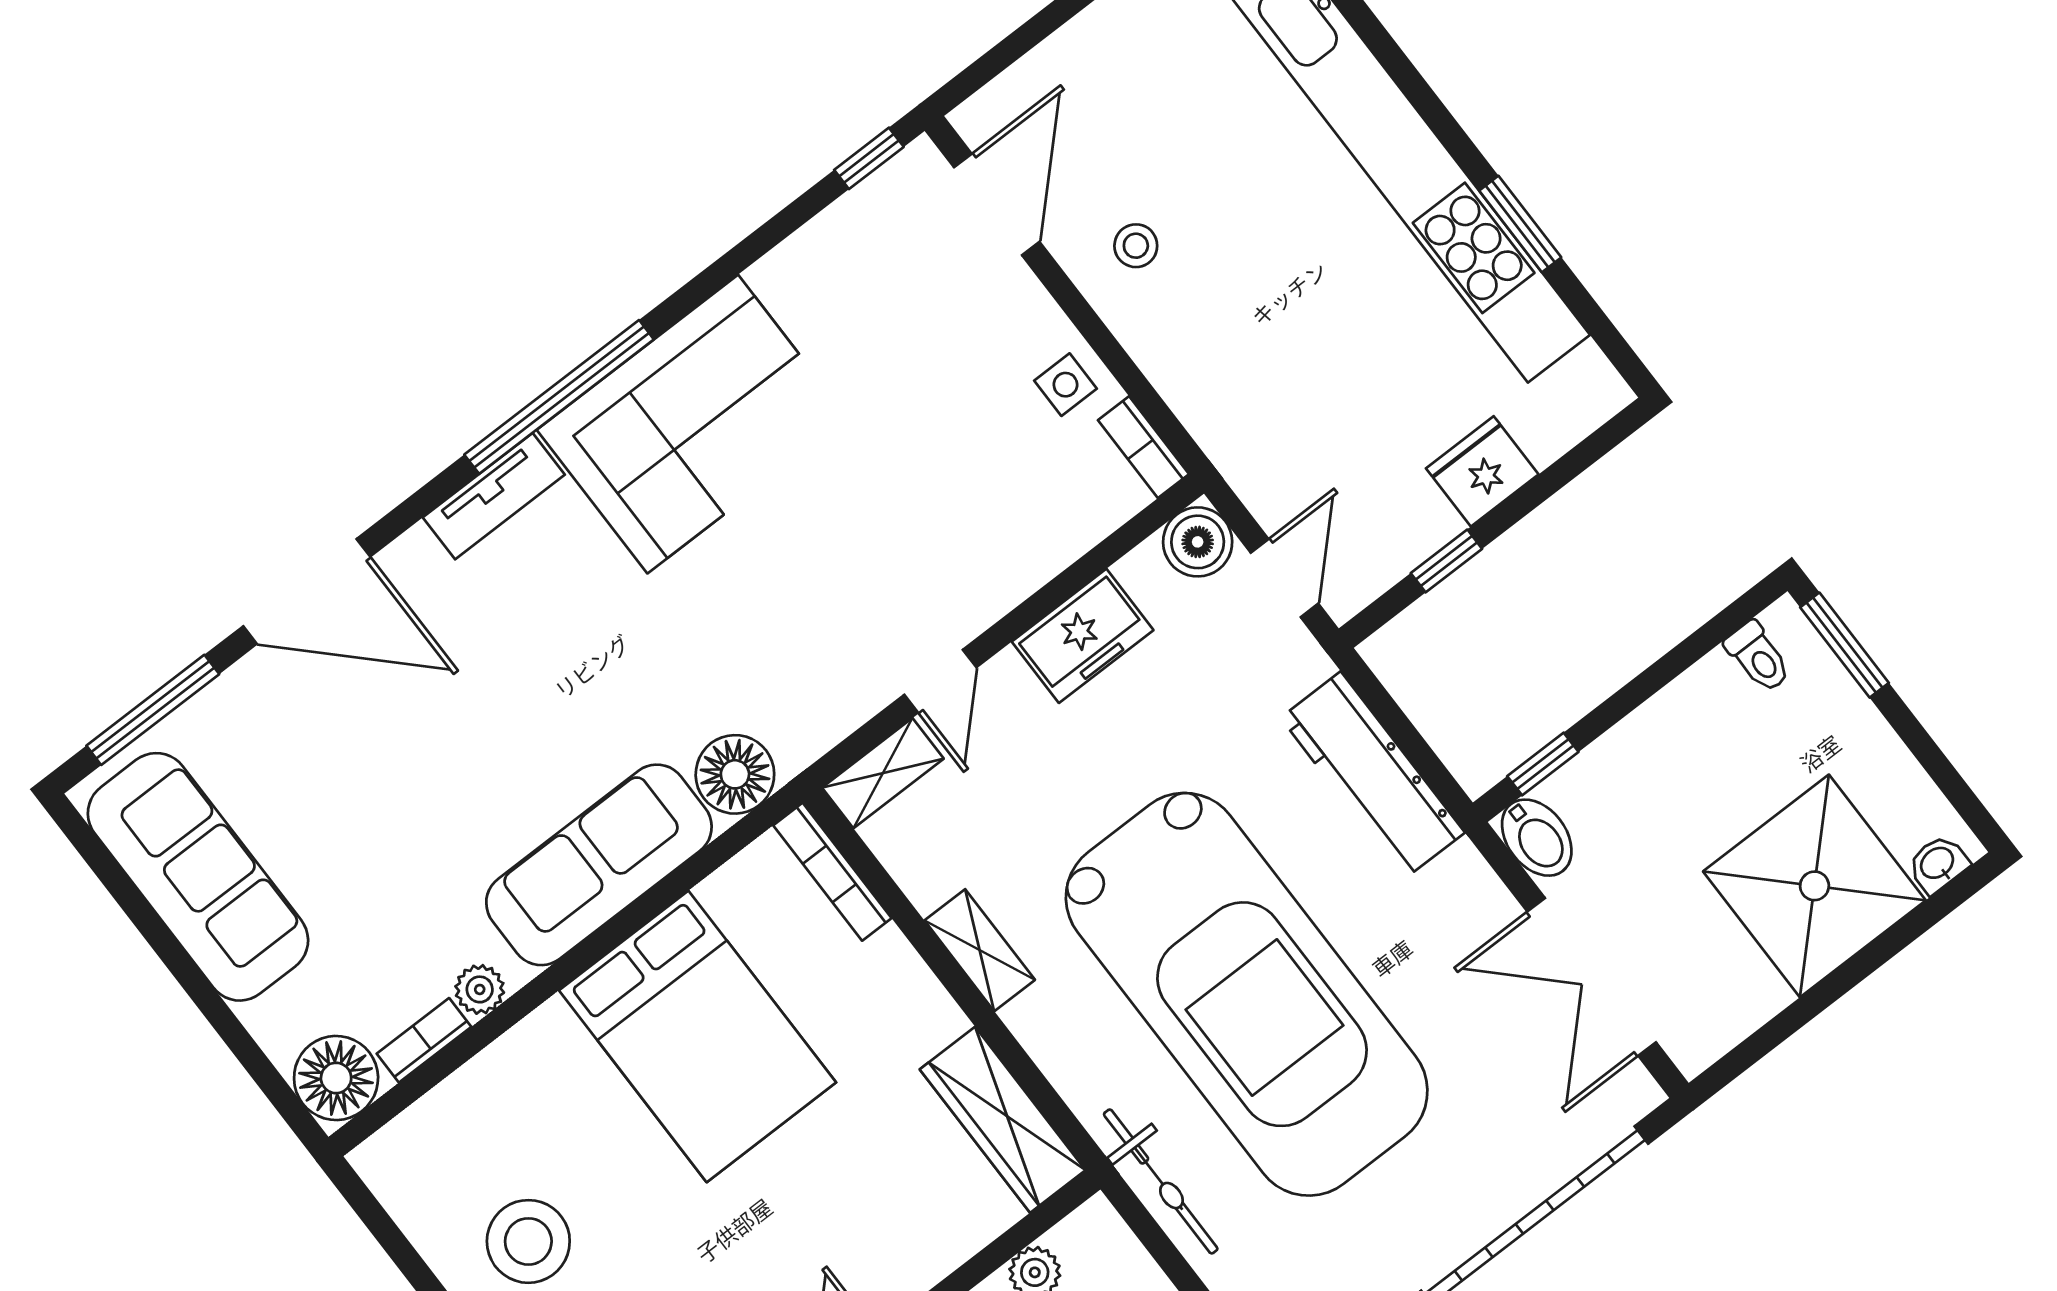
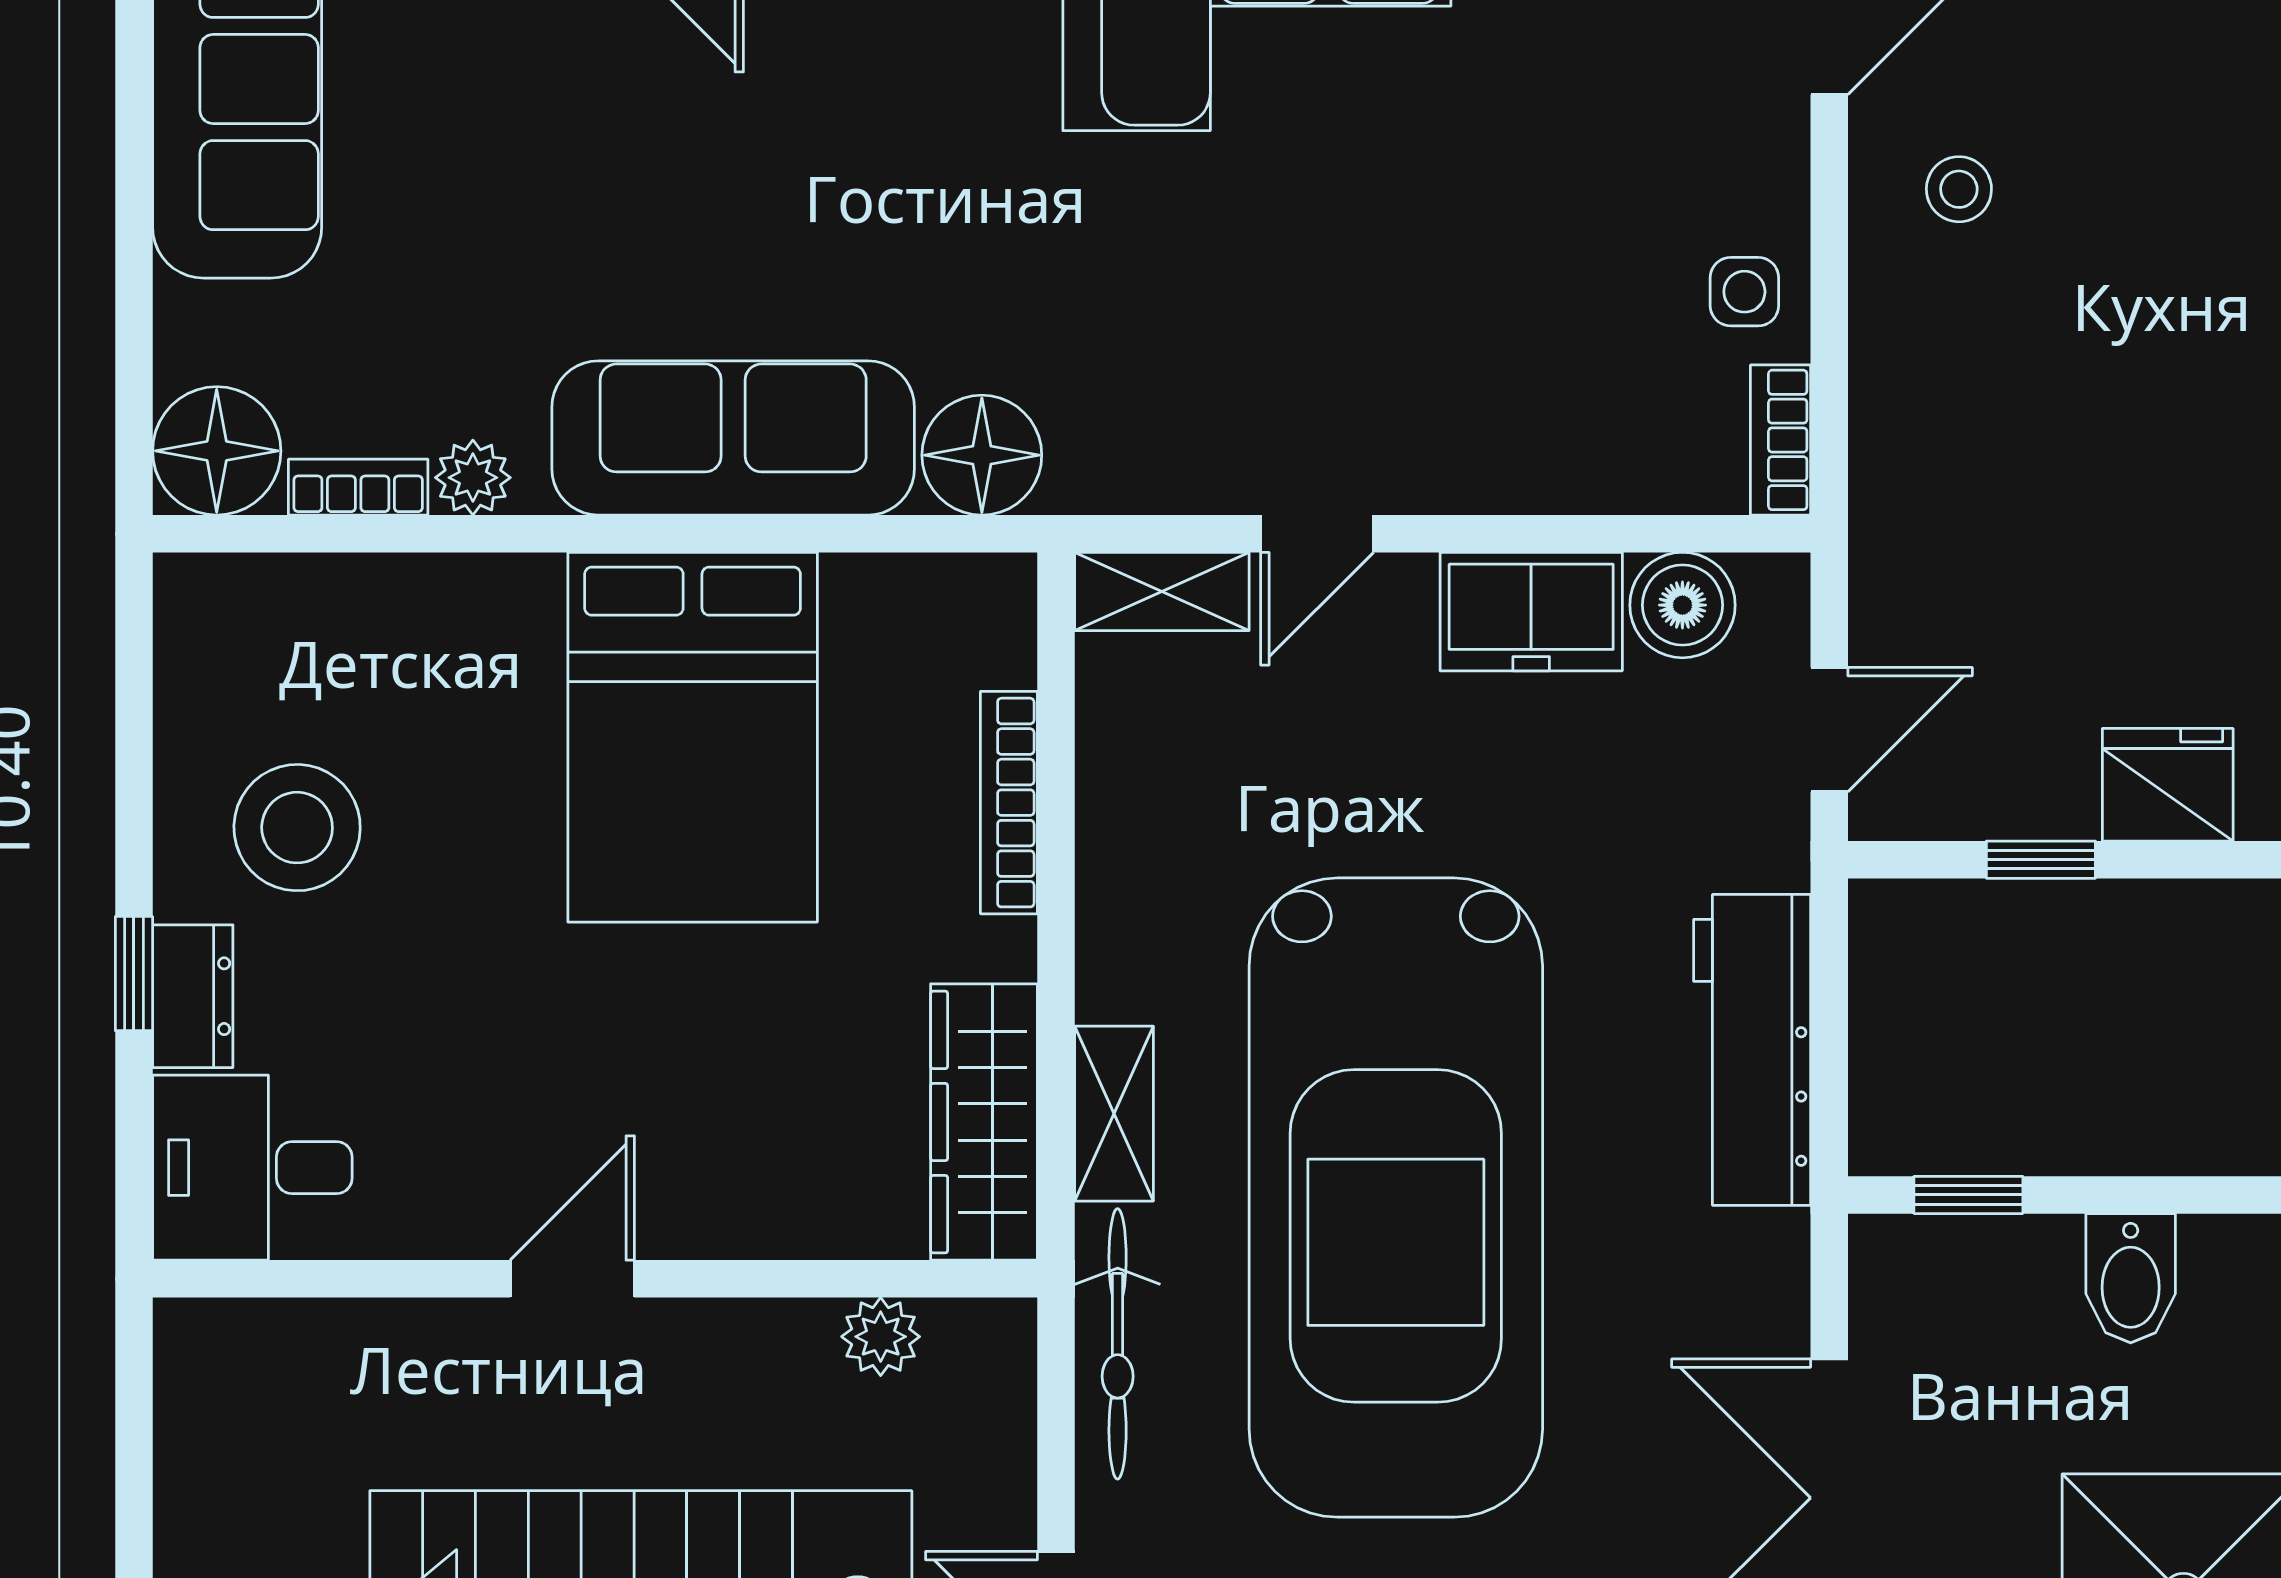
boiler: (1198, 542) -> (1682, 605), moved
bidet: (1537, 838) -> (2131, 1278), moved
bookcase: (832, 872) -> (1009, 803), moved
shelving: (980, 950) -> (1114, 1114), moved

